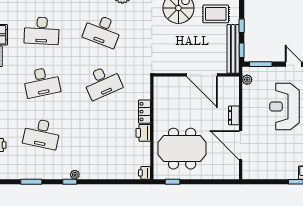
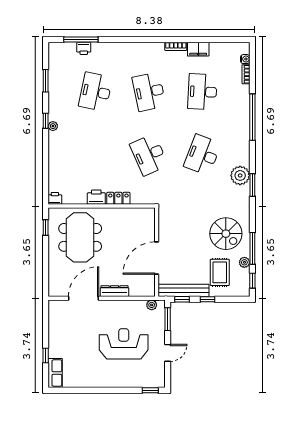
dresser: (234, 115) -> (114, 291), width x1.44

